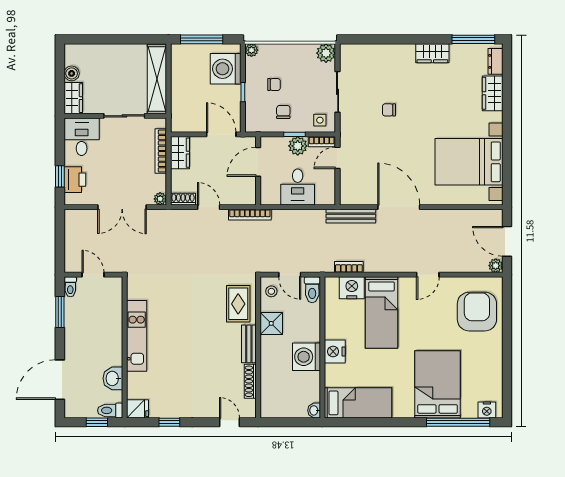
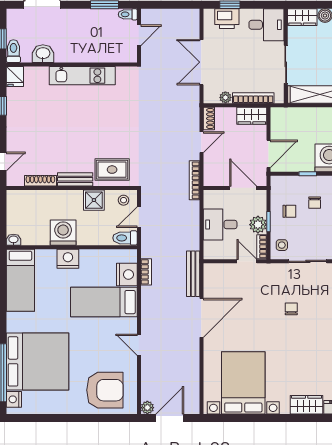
plant: (160, 199) -> (225, 97), moved
bed: (438, 384) -> (38, 361), width x1.36

